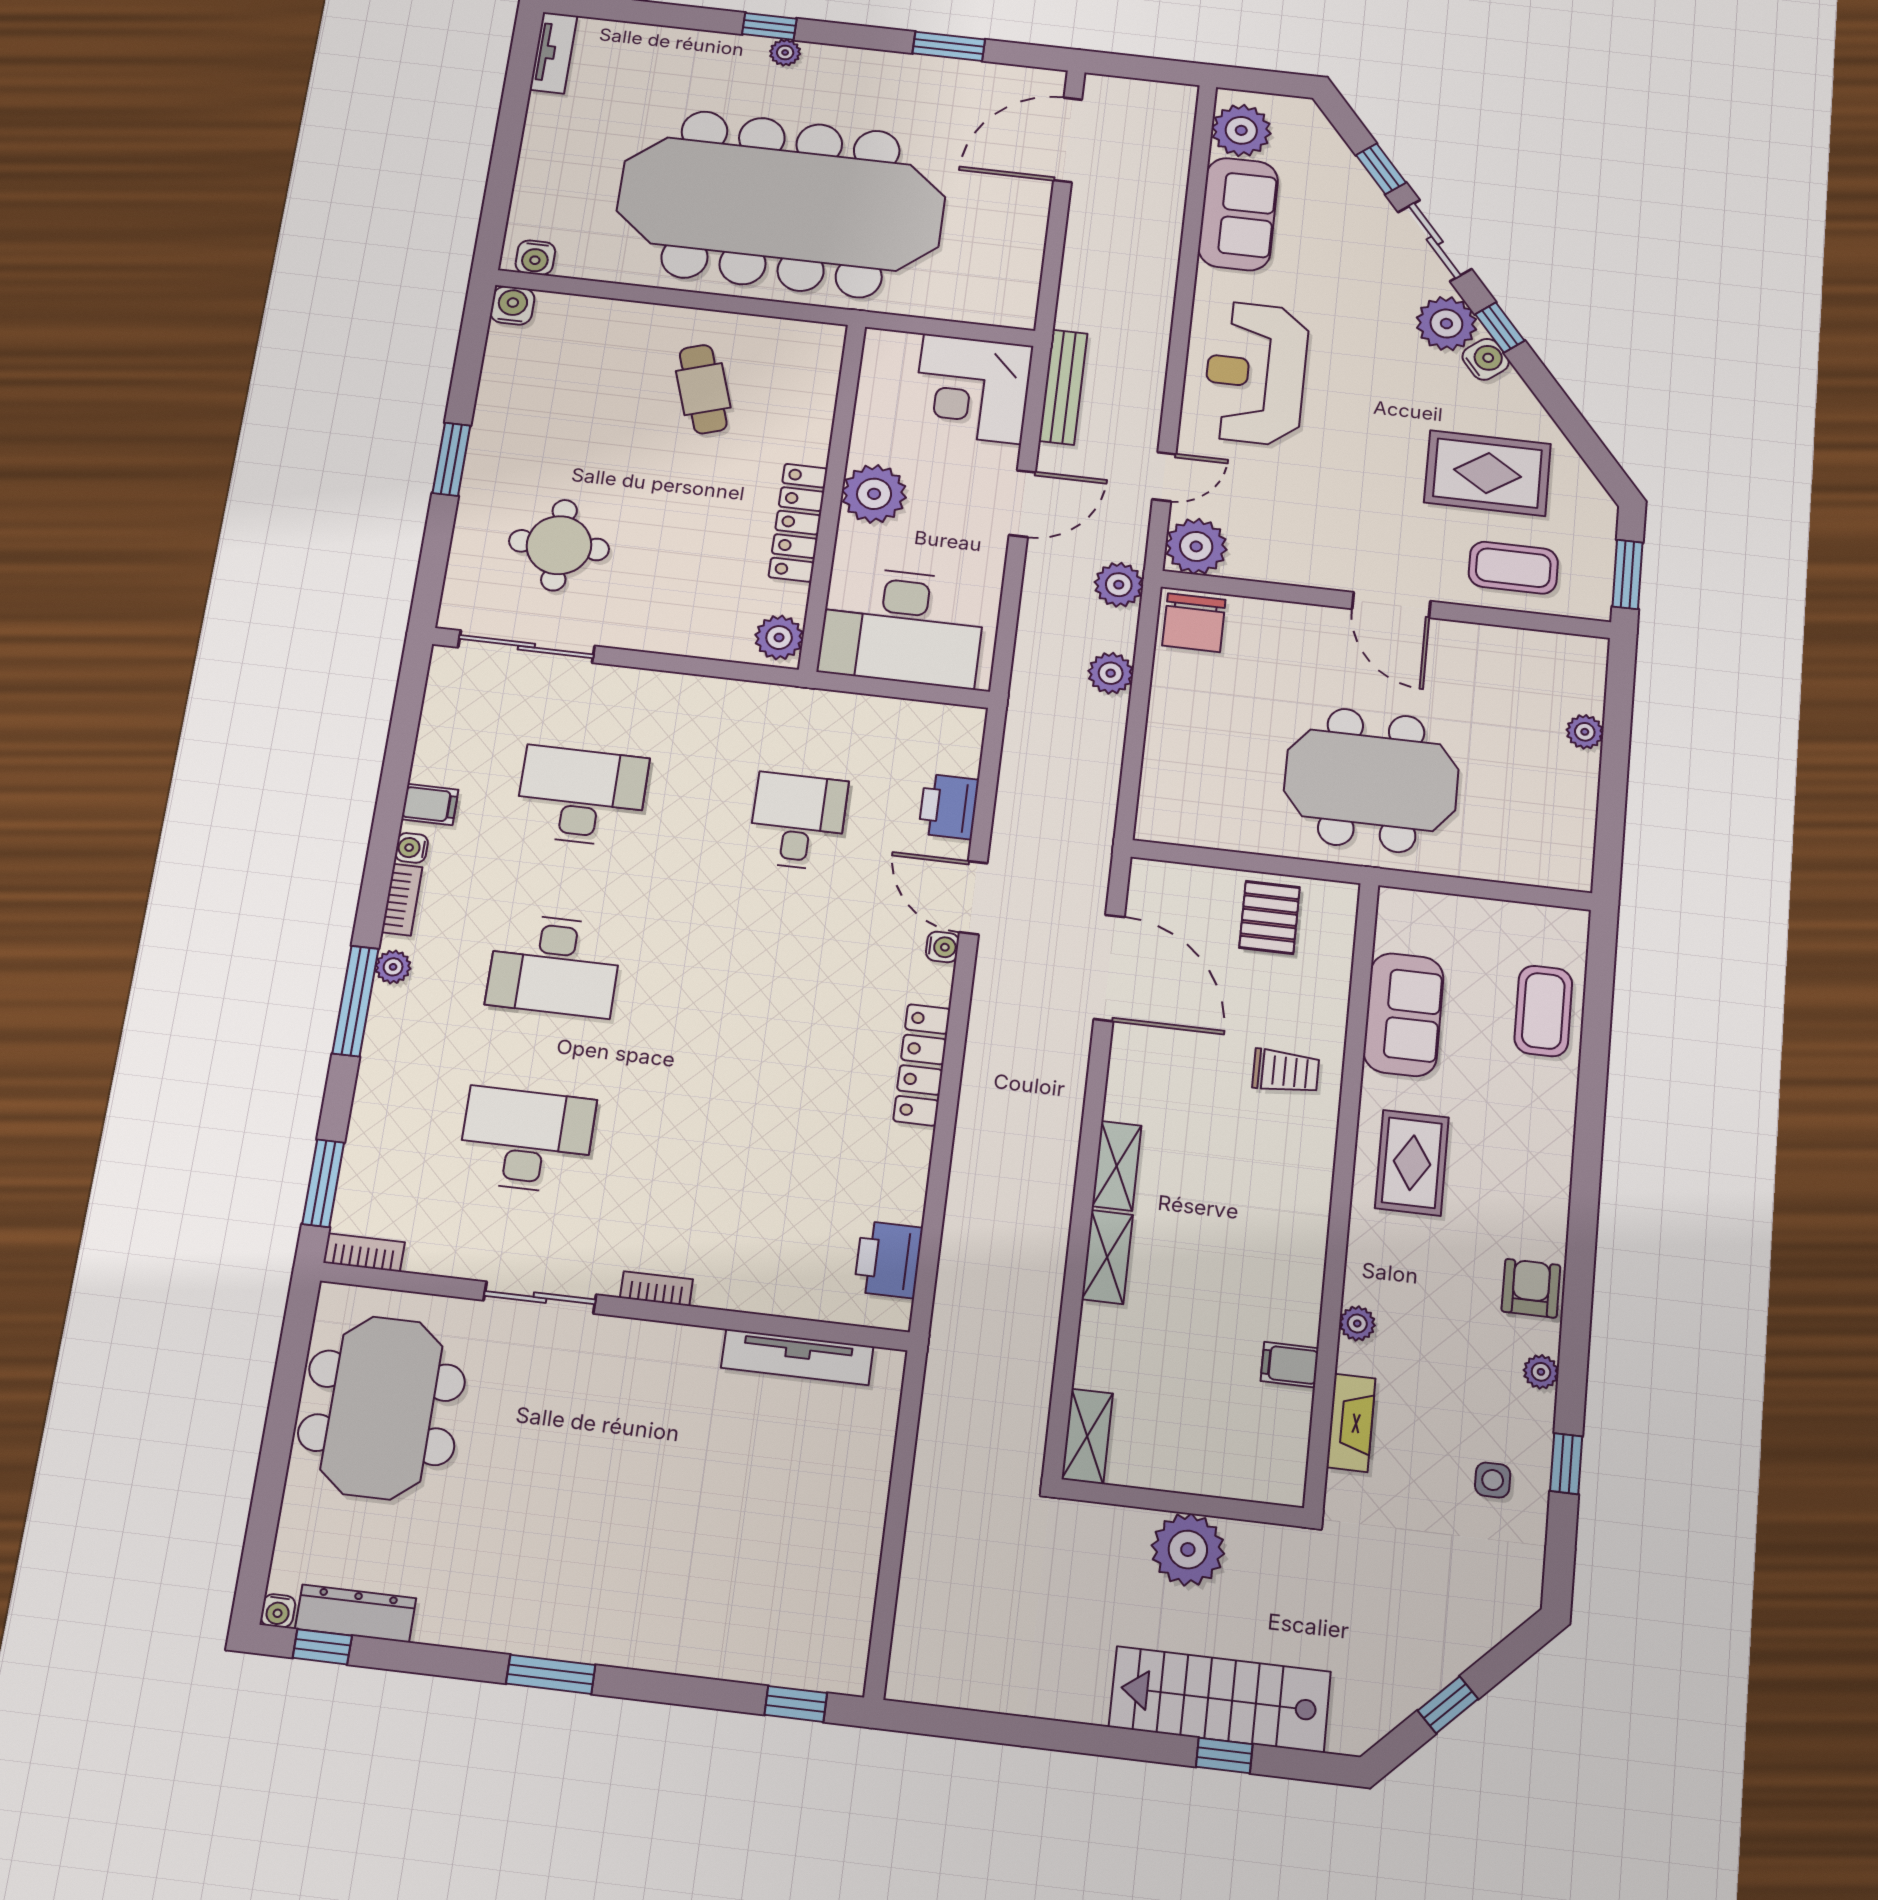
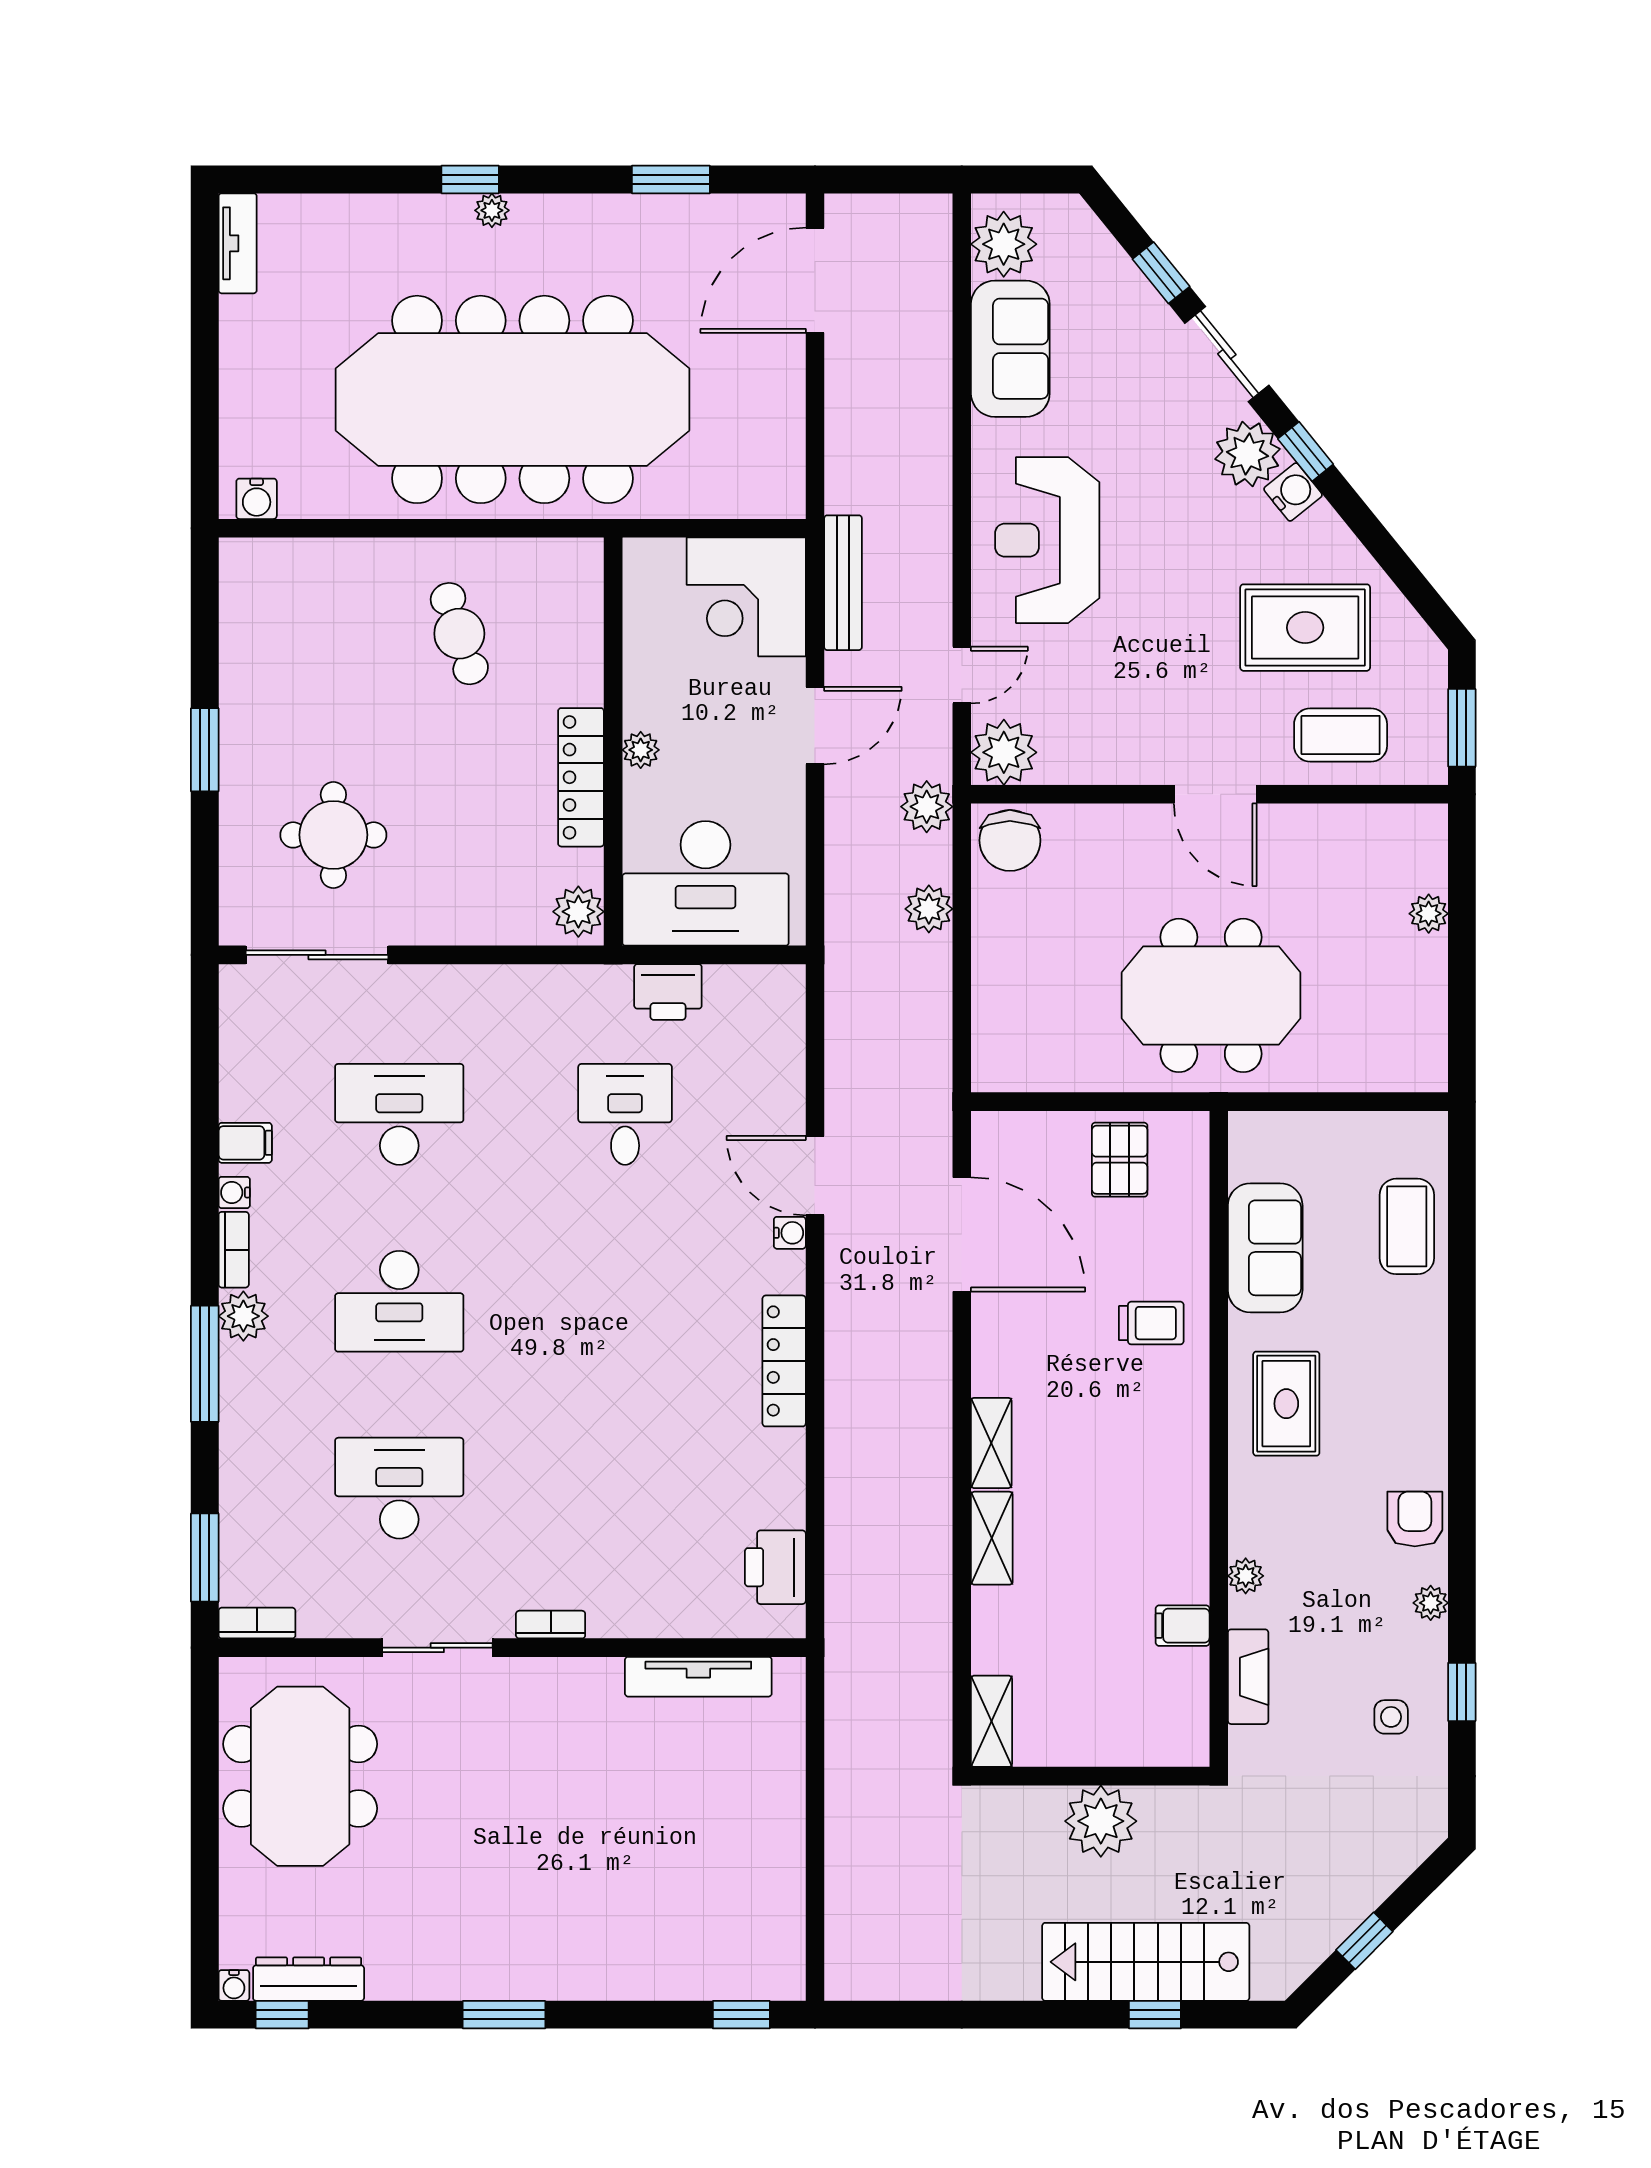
water cooler: (512, 305) -> (241, 560), removed
plant: (874, 494) -> (641, 750), width x0.53, depth x0.53
printer: (949, 807) -> (668, 992), moved, turned -90
plant: (393, 967) -> (243, 1316), width x1.38, depth x1.38

